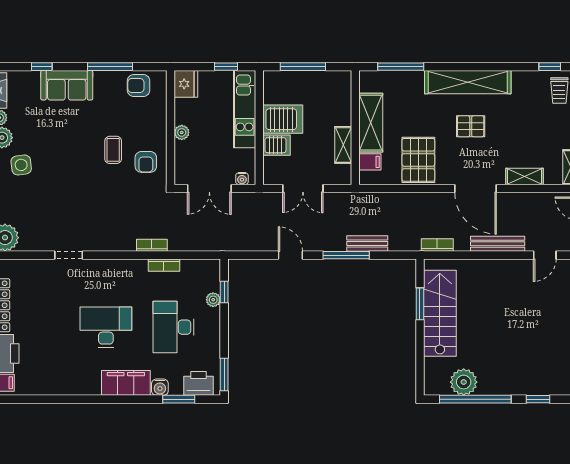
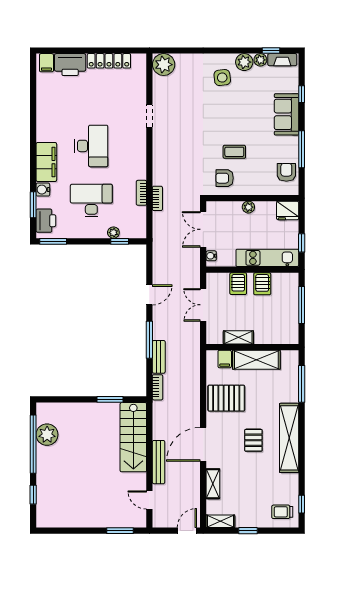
server rack: (283, 119) -> (262, 284), width x0.73, depth x0.70
bookcase: (152, 245) -> (157, 198), moved
bookcase: (437, 245) -> (158, 387), moved
stairs: (440, 313) -> (133, 437), moved, turned 90

